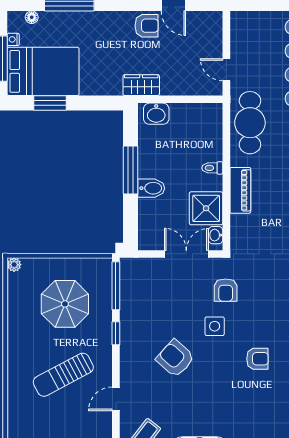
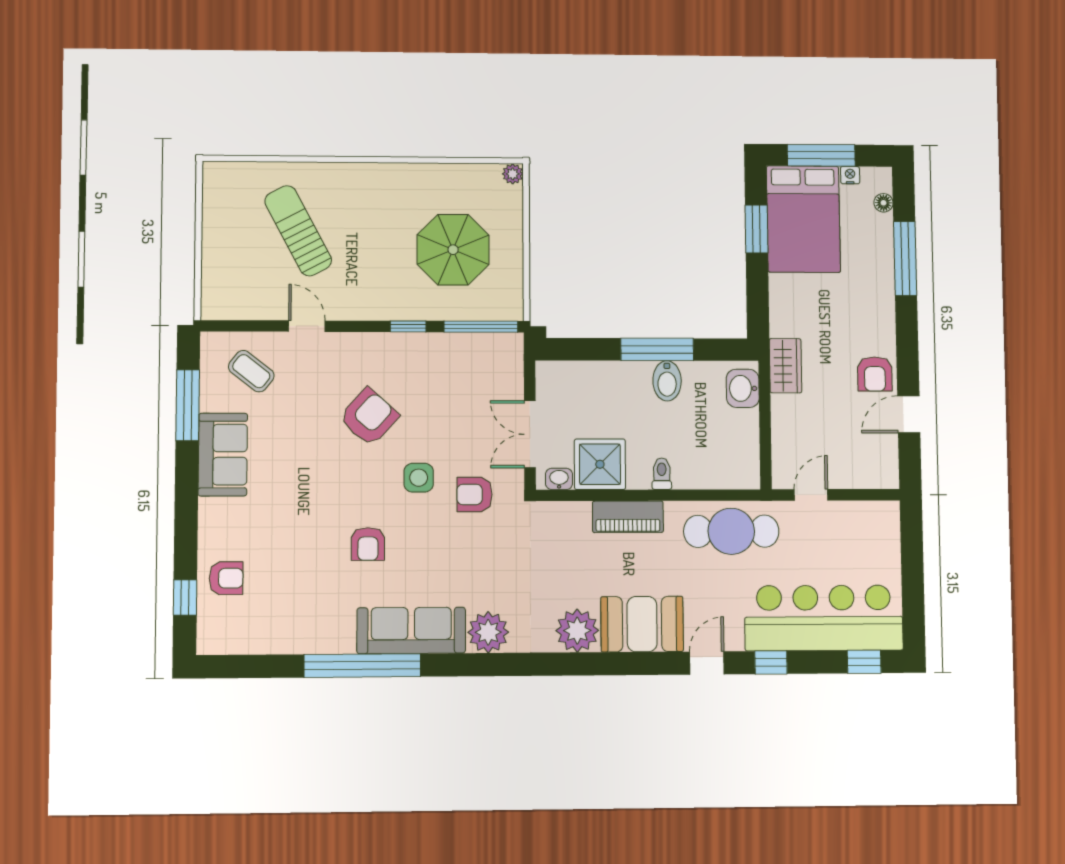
bidet: (151, 188) -> (667, 381), moved
double door: (186, 254) -> (530, 434), swing flipped
sun lounger: (63, 375) -> (298, 231), moved

